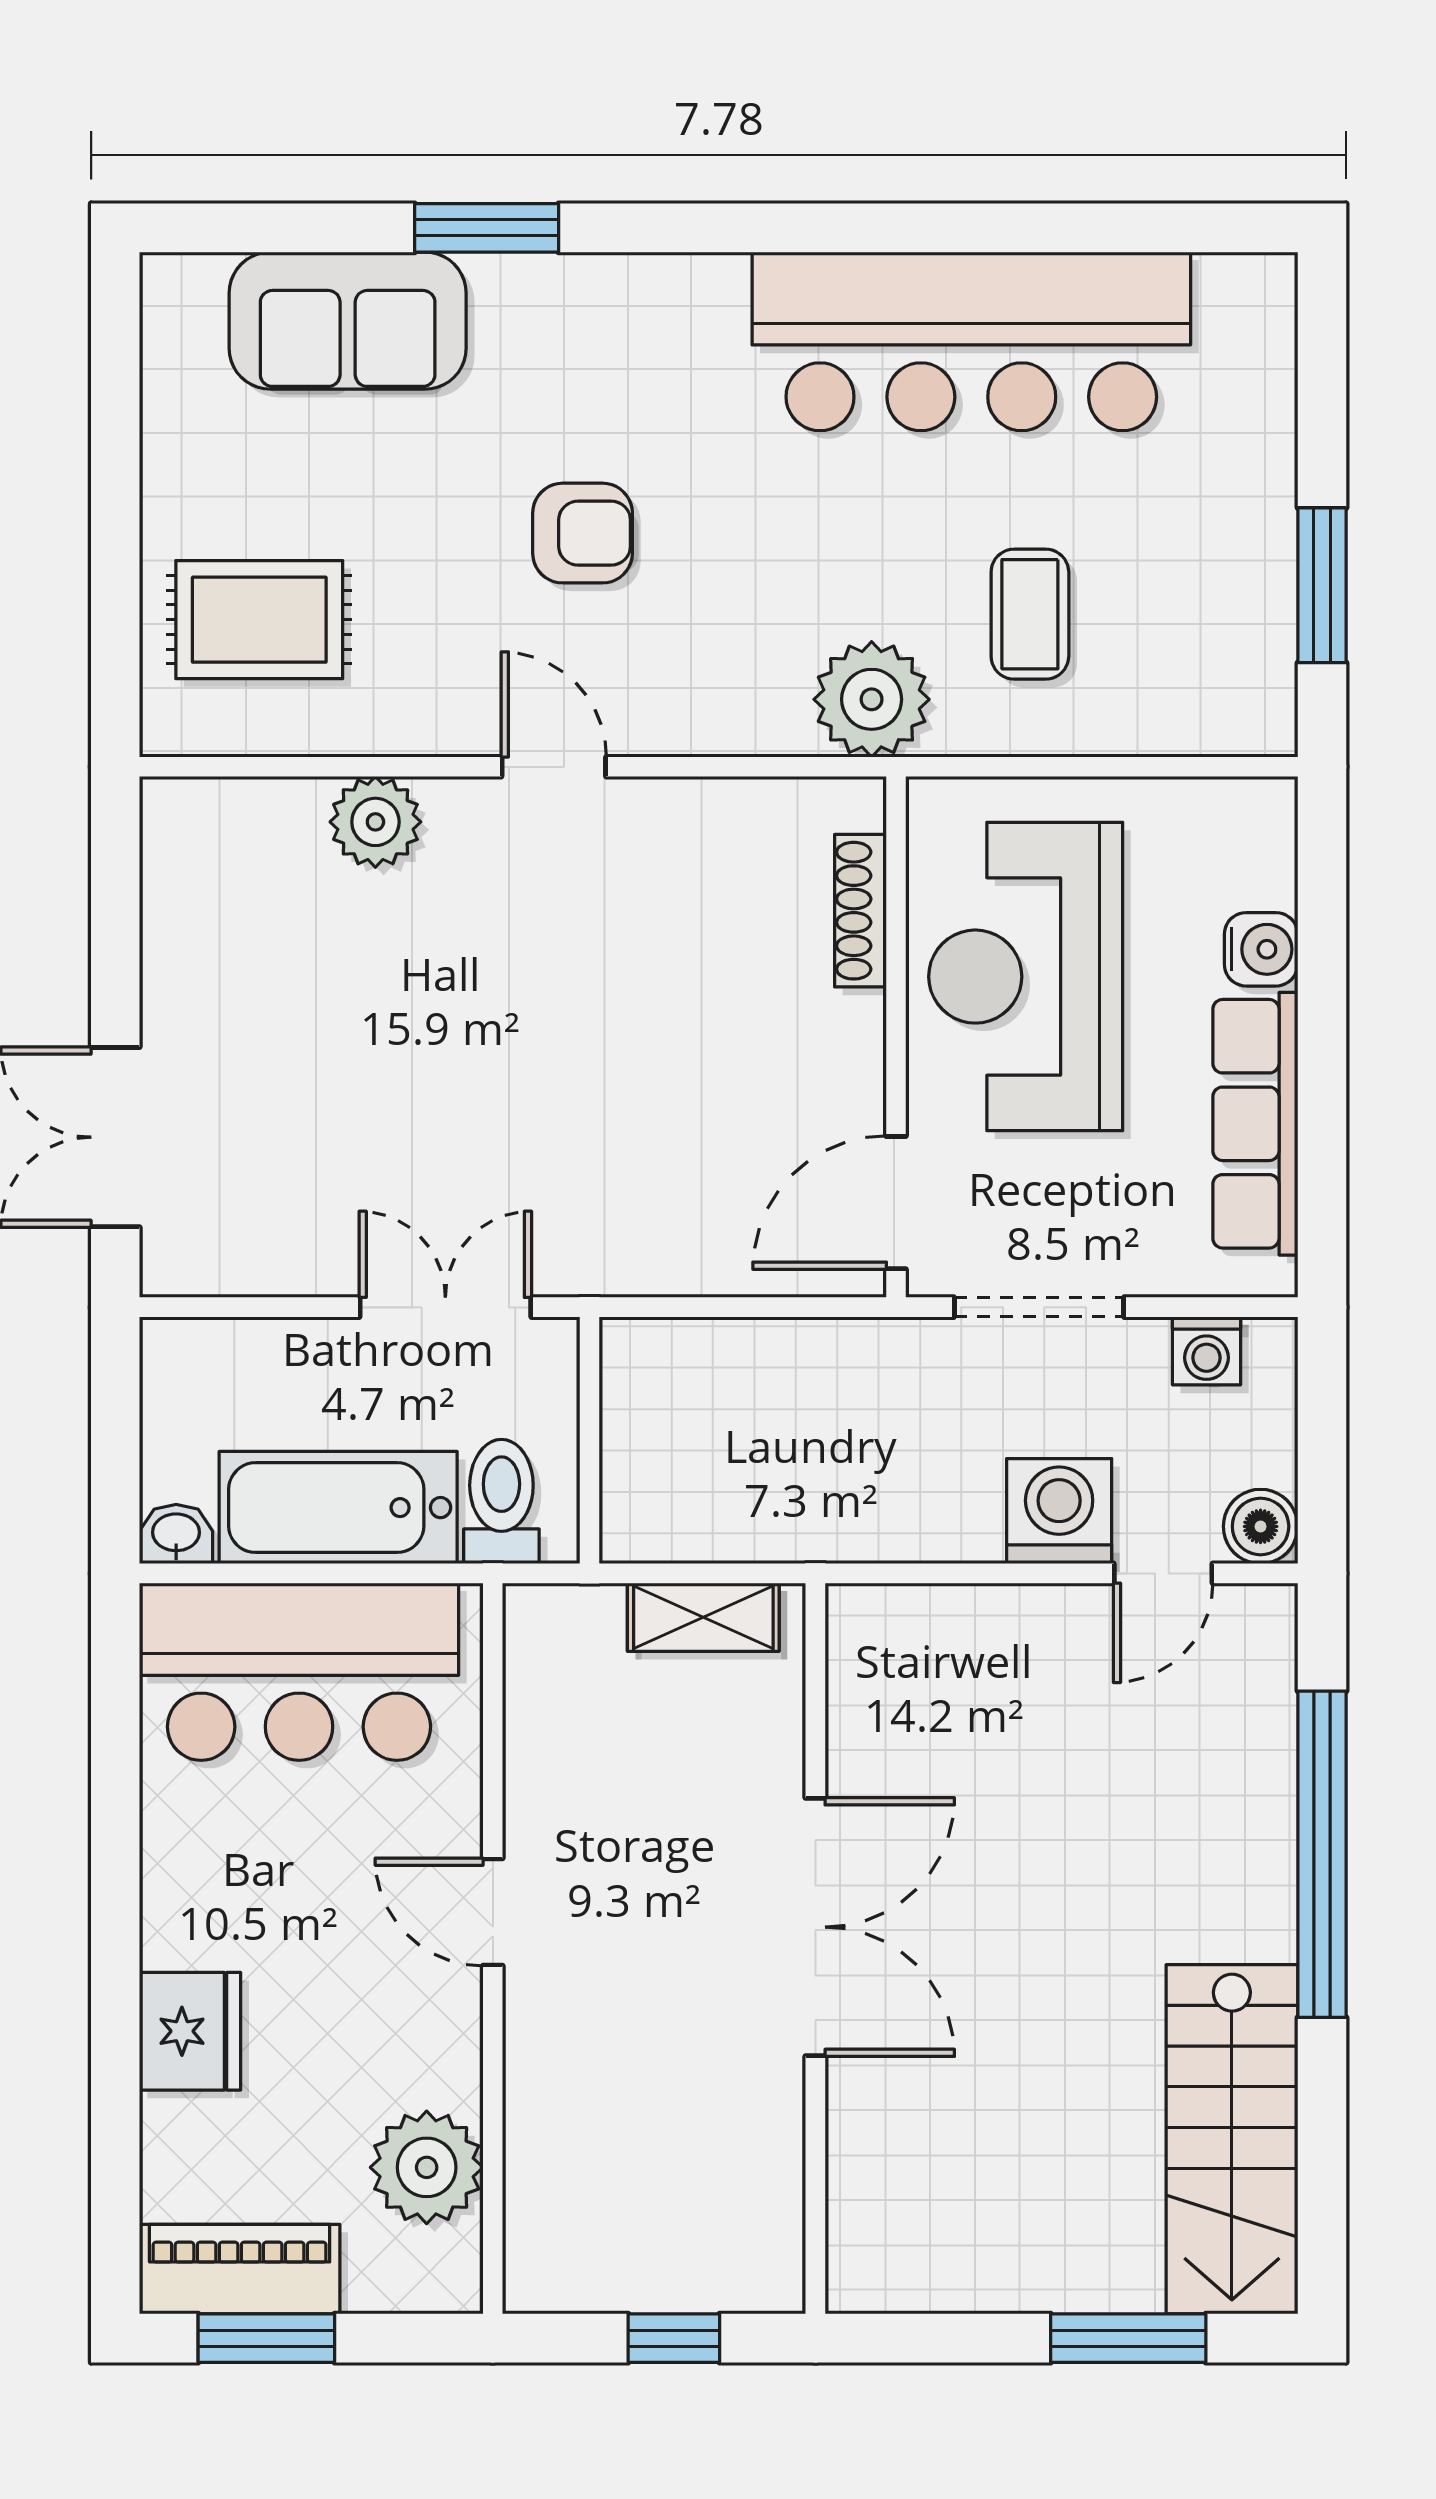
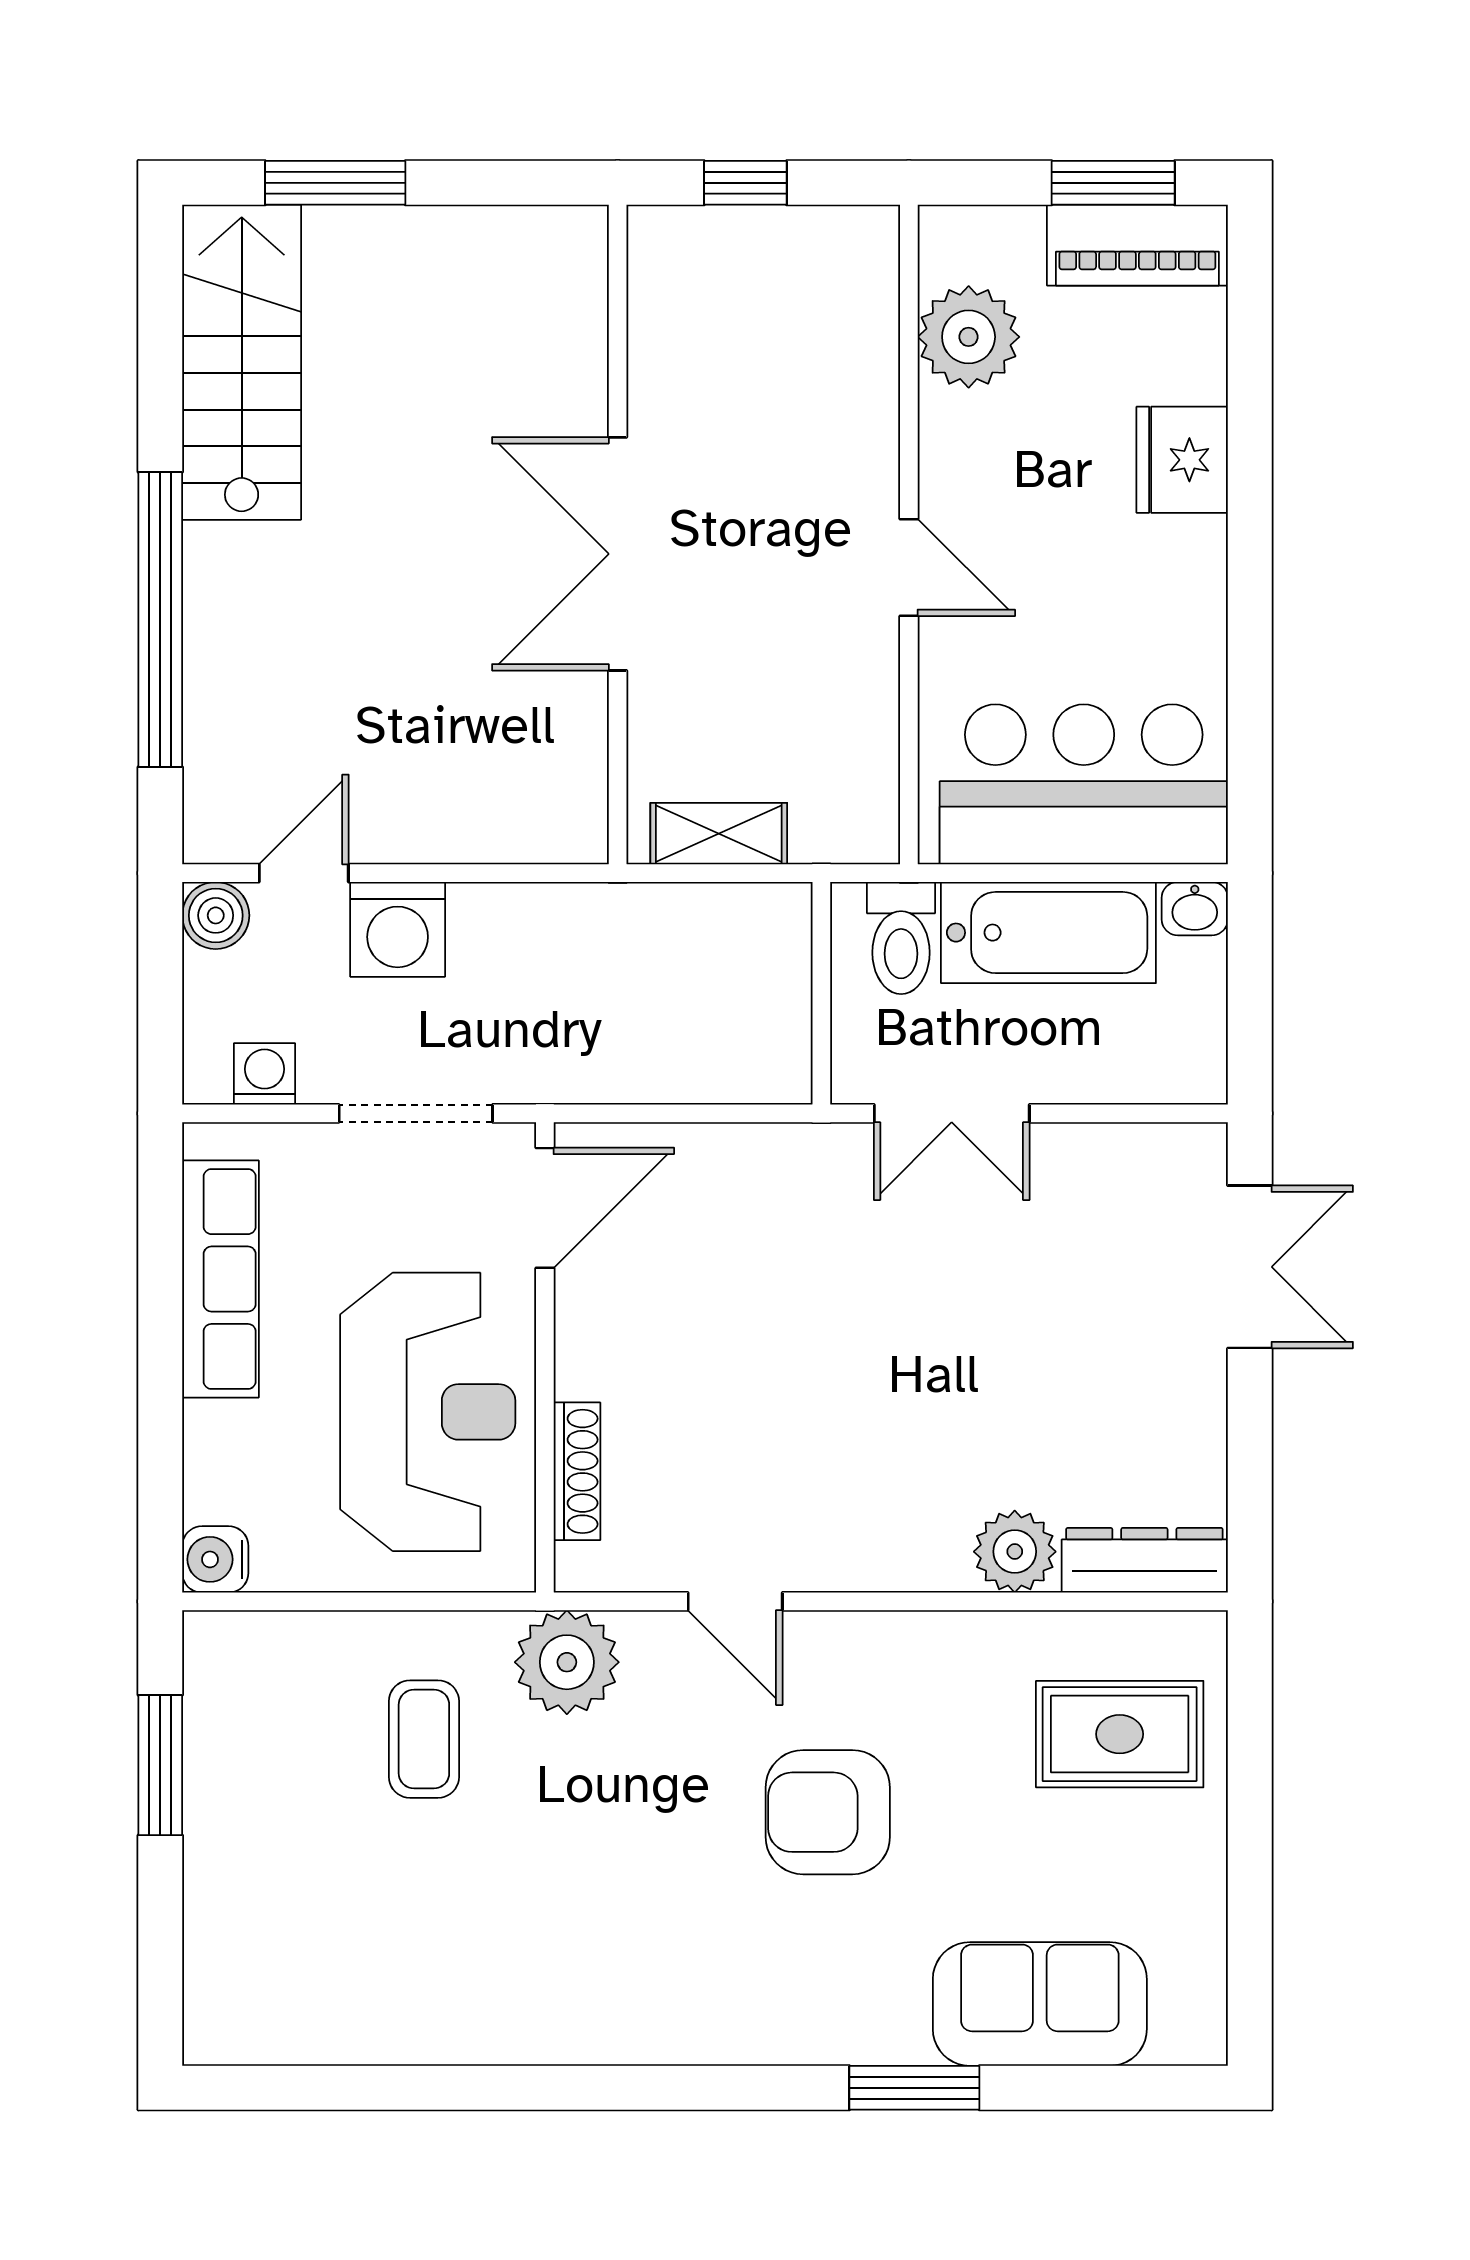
bar counter: (971, 341) -> (477, 1985), removed
armchair: (583, 533) -> (828, 1812), width x1.38, depth x1.38
door: (554, 767) -> (735, 1601), moved
dresser: (232, 812) -> (1144, 1560), added
water cooler: (1261, 949) -> (215, 1559), moved

